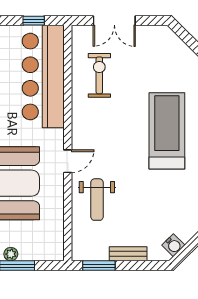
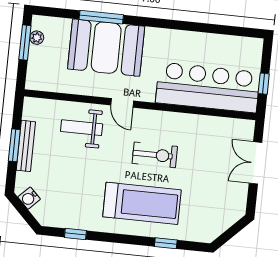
exercise bike: (99, 75) -> (155, 155), moved
bench: (128, 254) -> (26, 146), width x1.36
window: (99, 266) -> (14, 145), moved

